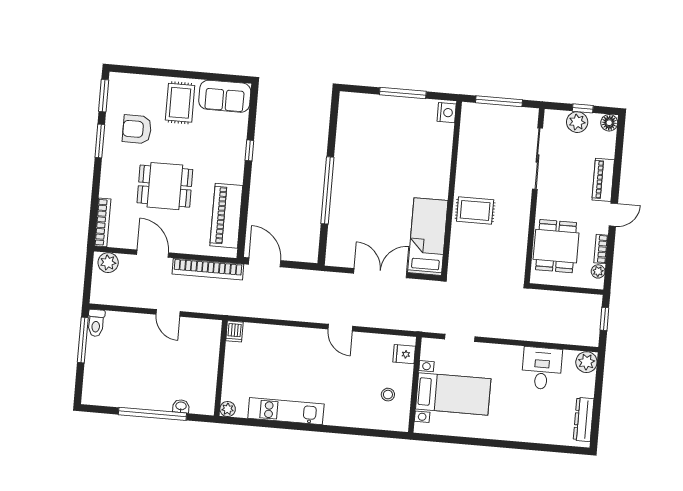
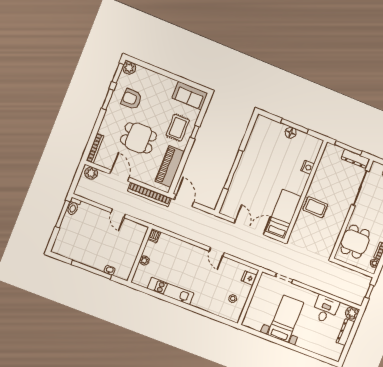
plant: (119, 82) -> (129, 68), added
rug: (180, 103) -> (178, 128), moved
floor lamp: (400, 105) -> (291, 133), added
nightstand: (447, 113) -> (308, 167), moved
dresser: (515, 115) -> (355, 159), added
bed with nightstands: (453, 394) -> (286, 319), moved, turned -90
plant: (228, 409) -> (144, 260), moved
dresser: (584, 419) -> (345, 332), moved

